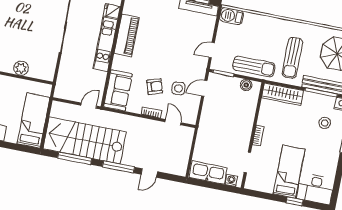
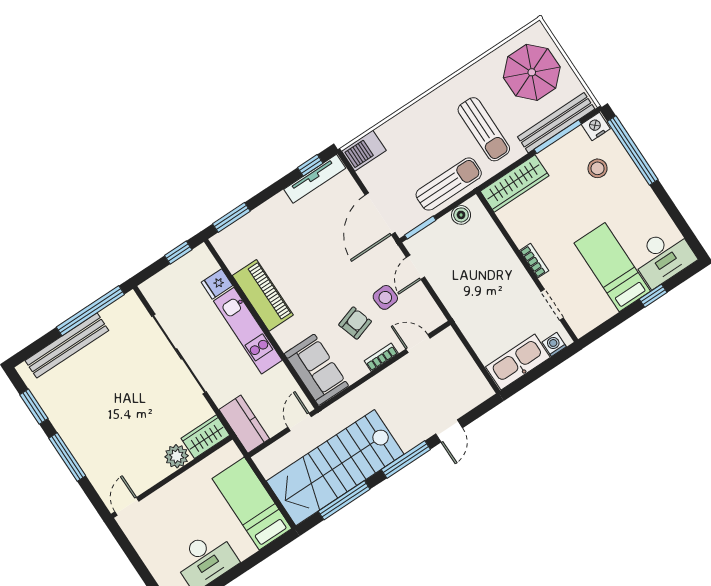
door: (212, 50) -> (380, 214), width x1.88
wardrobe: (42, 72) -> (205, 437), added
kitchen counter: (64, 83) -> (244, 424), added

